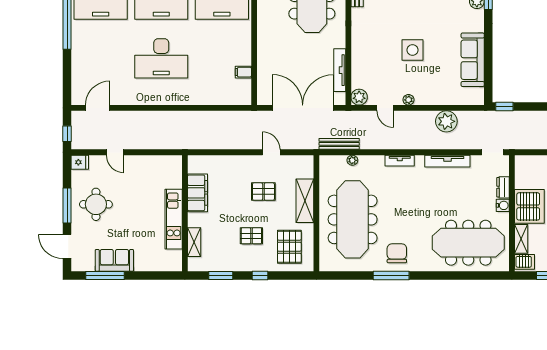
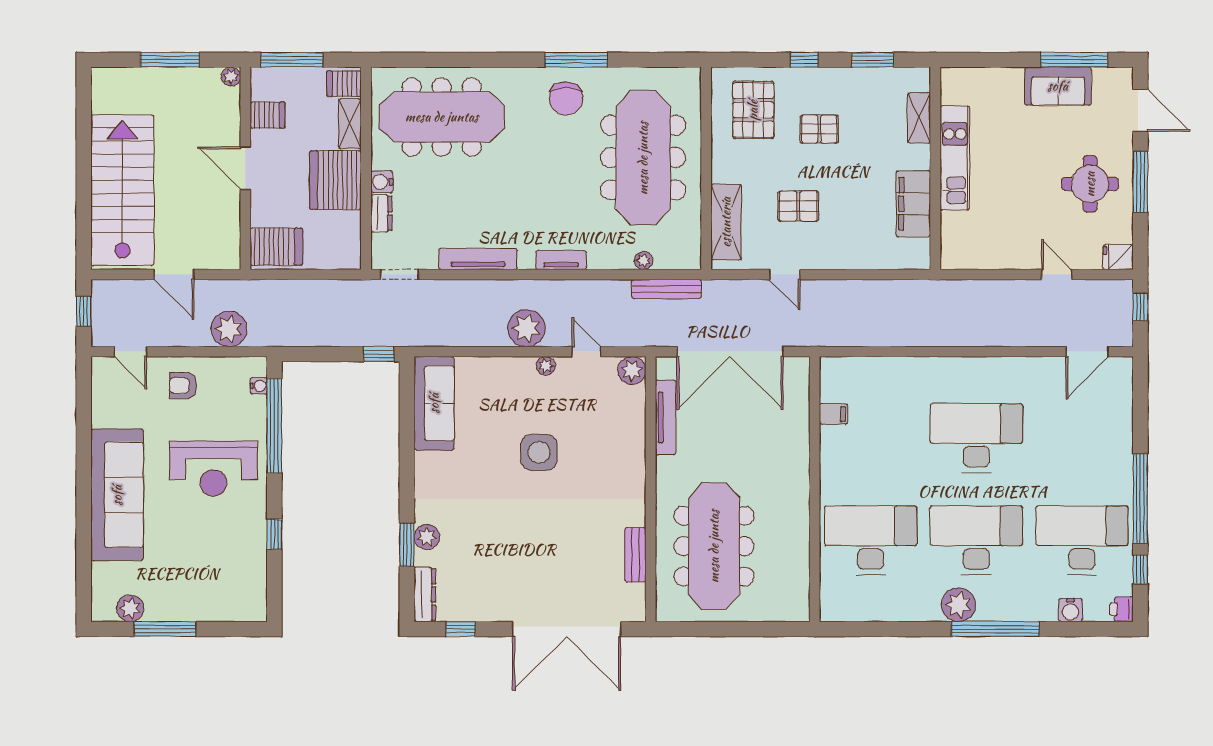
sofa: (473, 60) -> (434, 403), moved
plant: (446, 121) -> (526, 328), moved
shelving: (305, 201) -> (726, 222), moved

